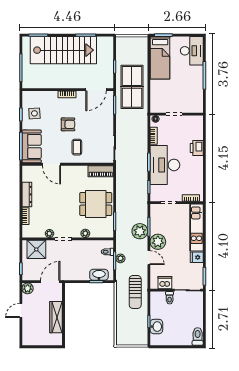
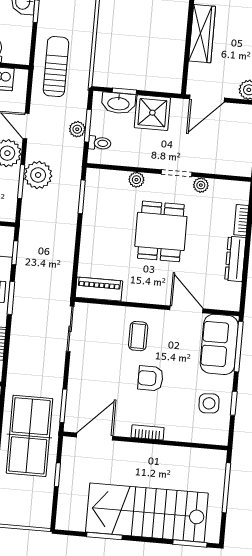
dining table: (96, 204) -> (161, 231), moved, turned 90
shower: (36, 249) -> (152, 113), moved

